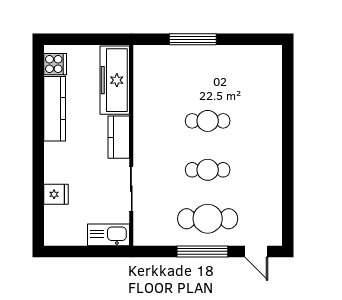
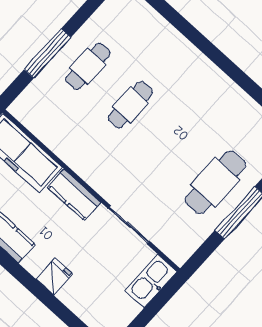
cafe table: (208, 170) -> (88, 66), moved
fridge: (56, 194) -> (54, 277), moved

